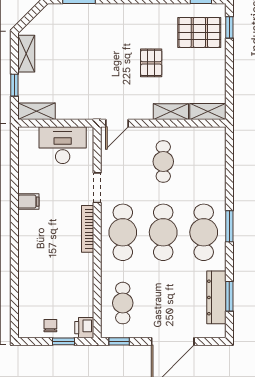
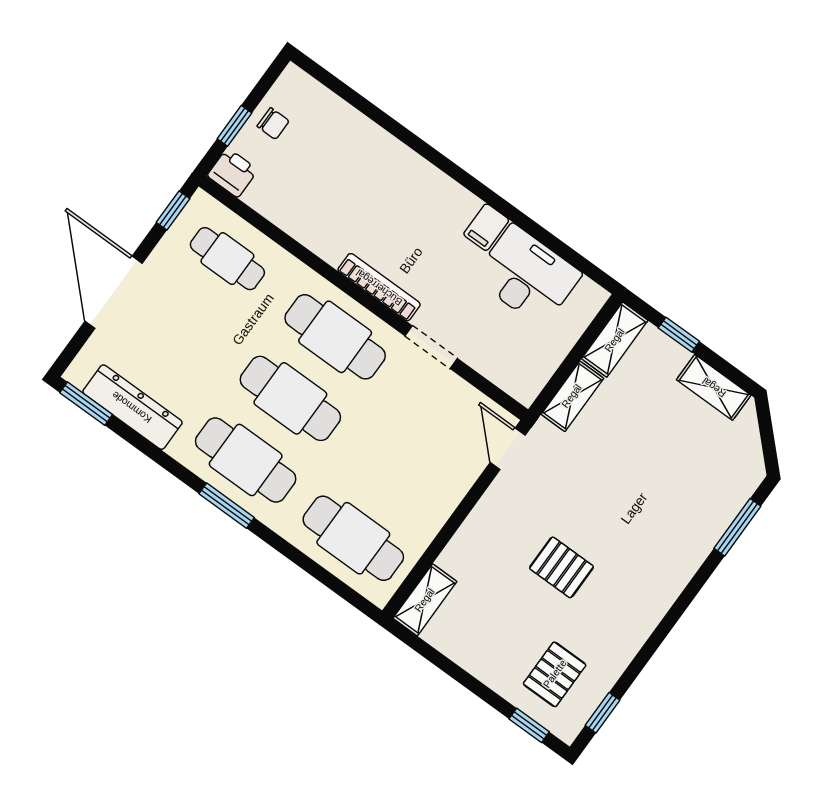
pallet: (199, 32) -> (555, 674), width x0.67, depth x0.71
shelving: (171, 112) -> (572, 396), moved
desk: (63, 145) -> (527, 276), moved, turned -90
cafe table: (163, 162) -> (353, 538), moved, width x1.37, depth x1.35
window: (229, 296) -> (86, 404), moved

